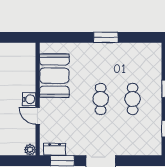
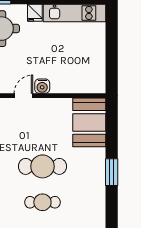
booth: (54, 76) -> (89, 122), moved, turned 90
cafe table: (101, 99) -> (42, 166), width x1.37, depth x1.35

